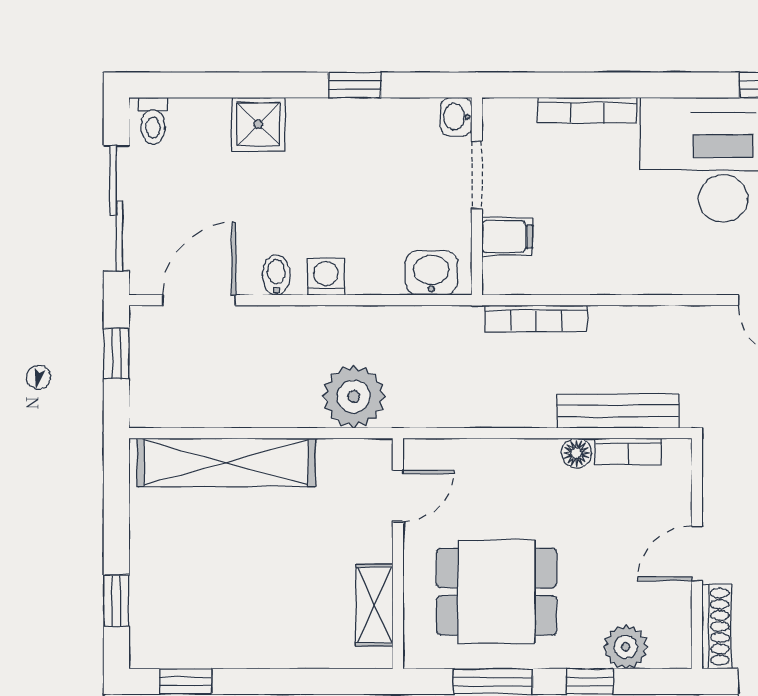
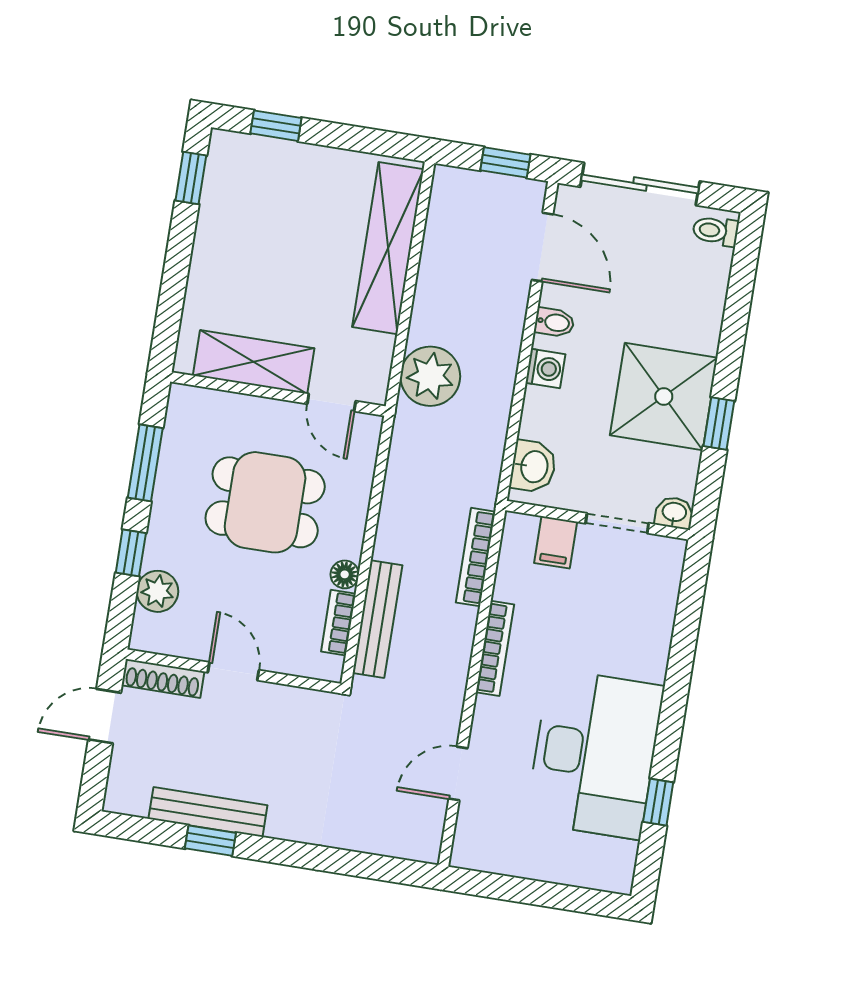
bookcase: (587, 110) -> (495, 648), moved, turned 180
shower: (258, 124) -> (664, 396), moved, width x1.86, depth x1.86
dining table: (497, 592) -> (265, 502), moved, turned 90
shelving: (374, 605) -> (254, 362), width x1.50, depth x1.33

